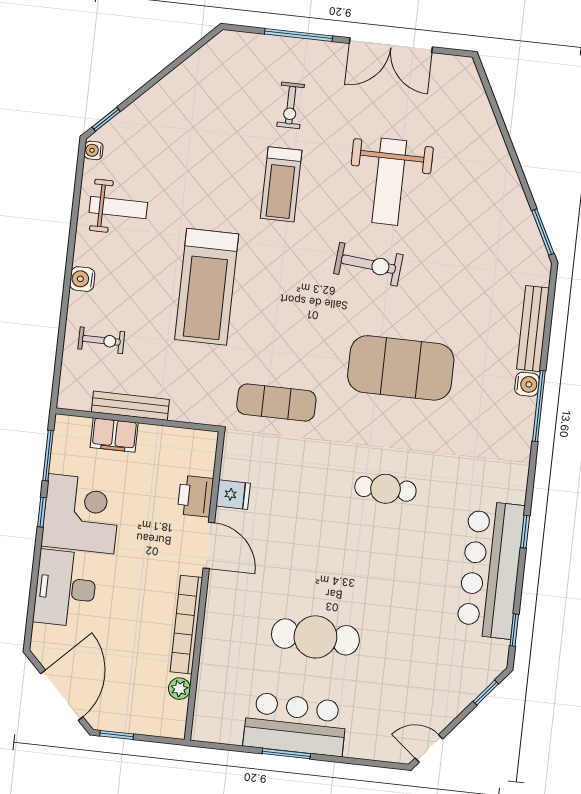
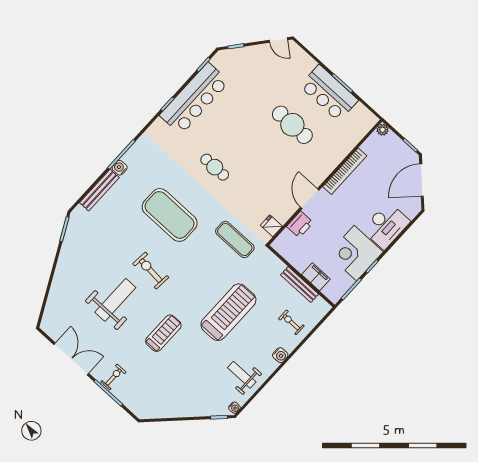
exercise bike: (291, 105) -> (113, 377), moved
fridge: (233, 495) -> (271, 226), moved
plant: (179, 689) -> (383, 130), moved

